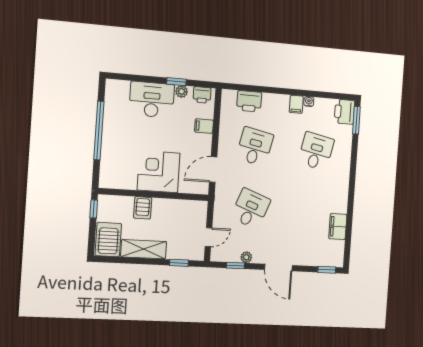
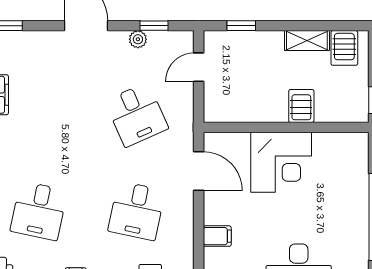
door: (213, 169) -> (199, 171), hinge flipped
desk: (251, 209) -> (137, 115), turned -45
server rack: (108, 240) -> (344, 48), width x0.73, depth x0.70
shelving: (144, 249) -> (307, 40), width x0.67, depth x0.75

